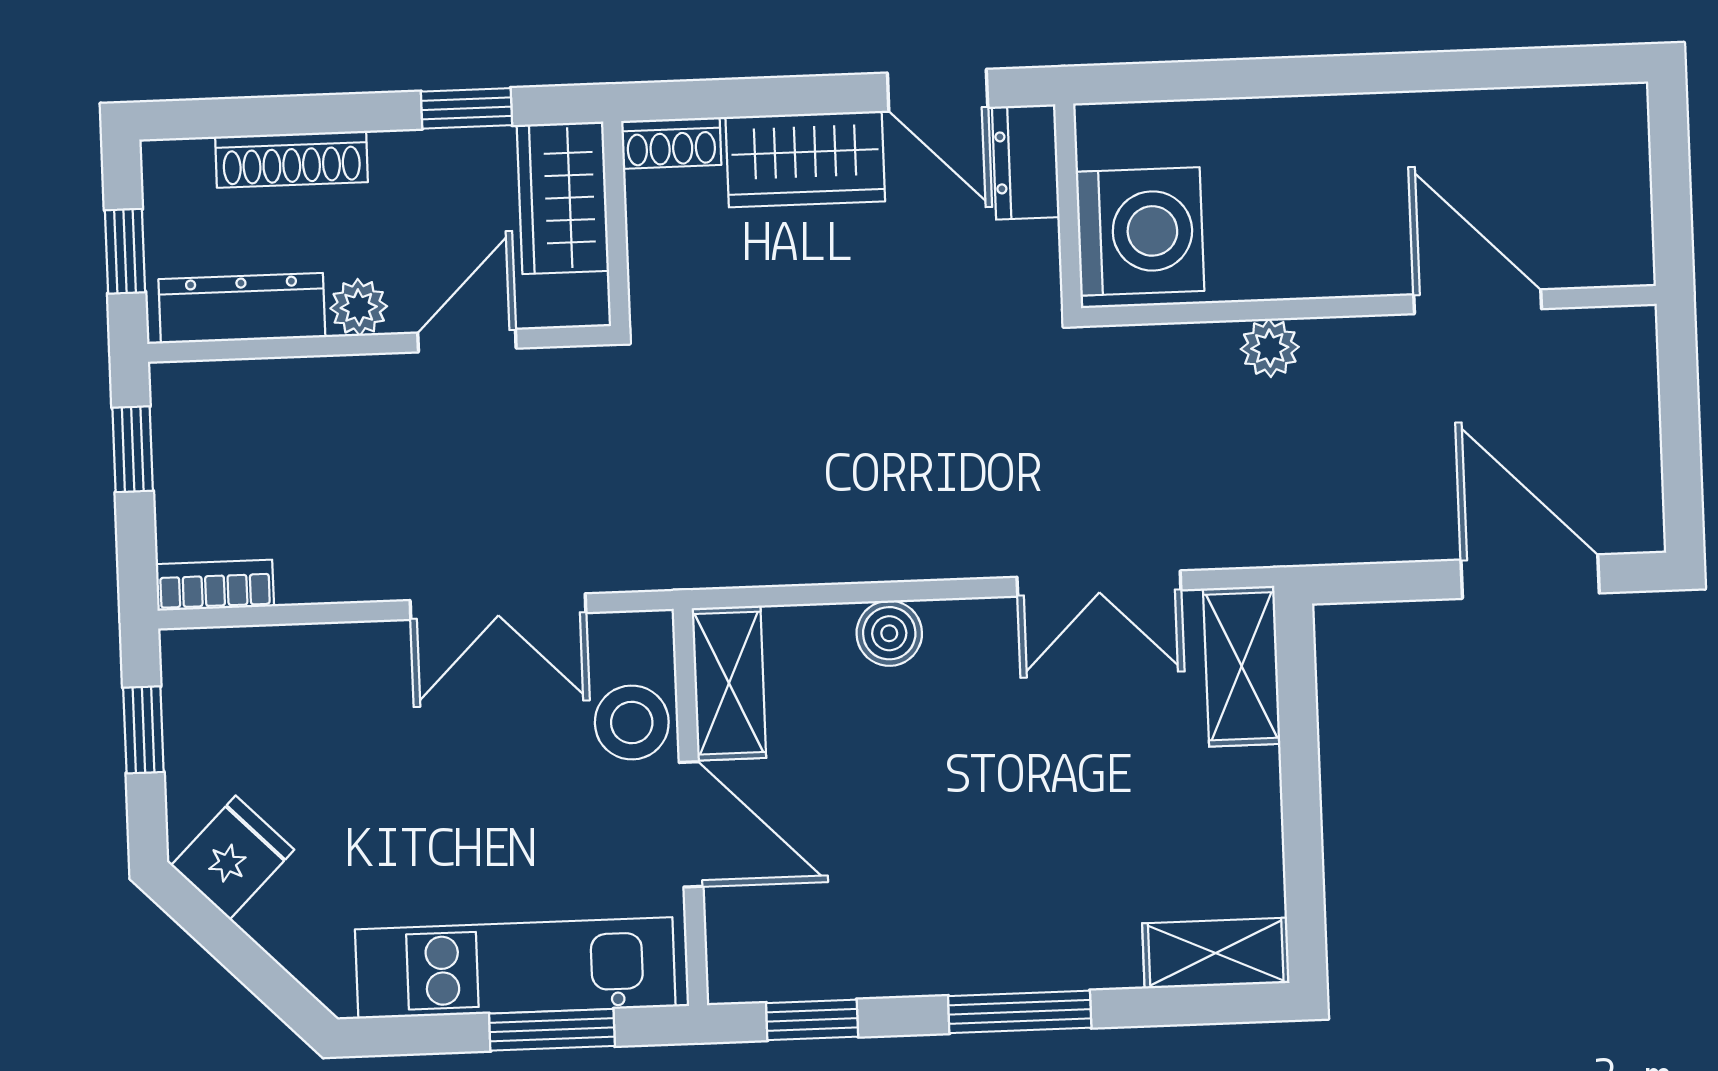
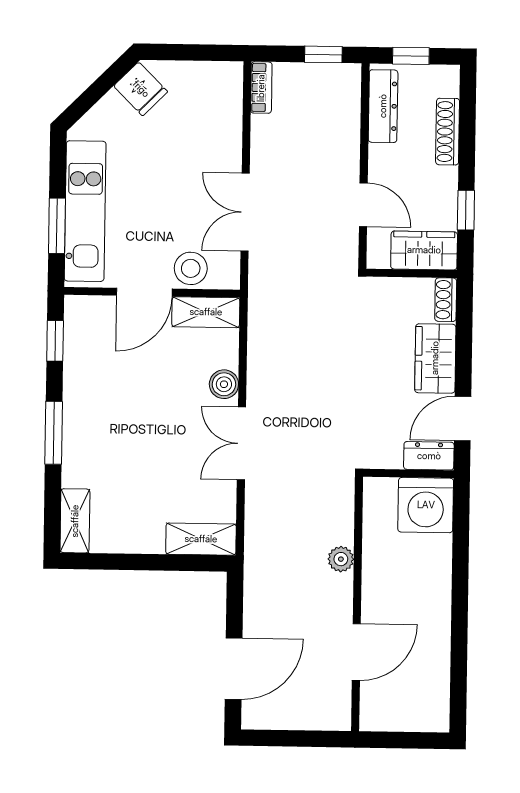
washing machine: (1140, 231) -> (426, 505), moved
plant: (359, 307) -> (381, 158), removed
double door: (1099, 584) -> (241, 443), moved
window: (143, 730) -> (199, 53), removed

